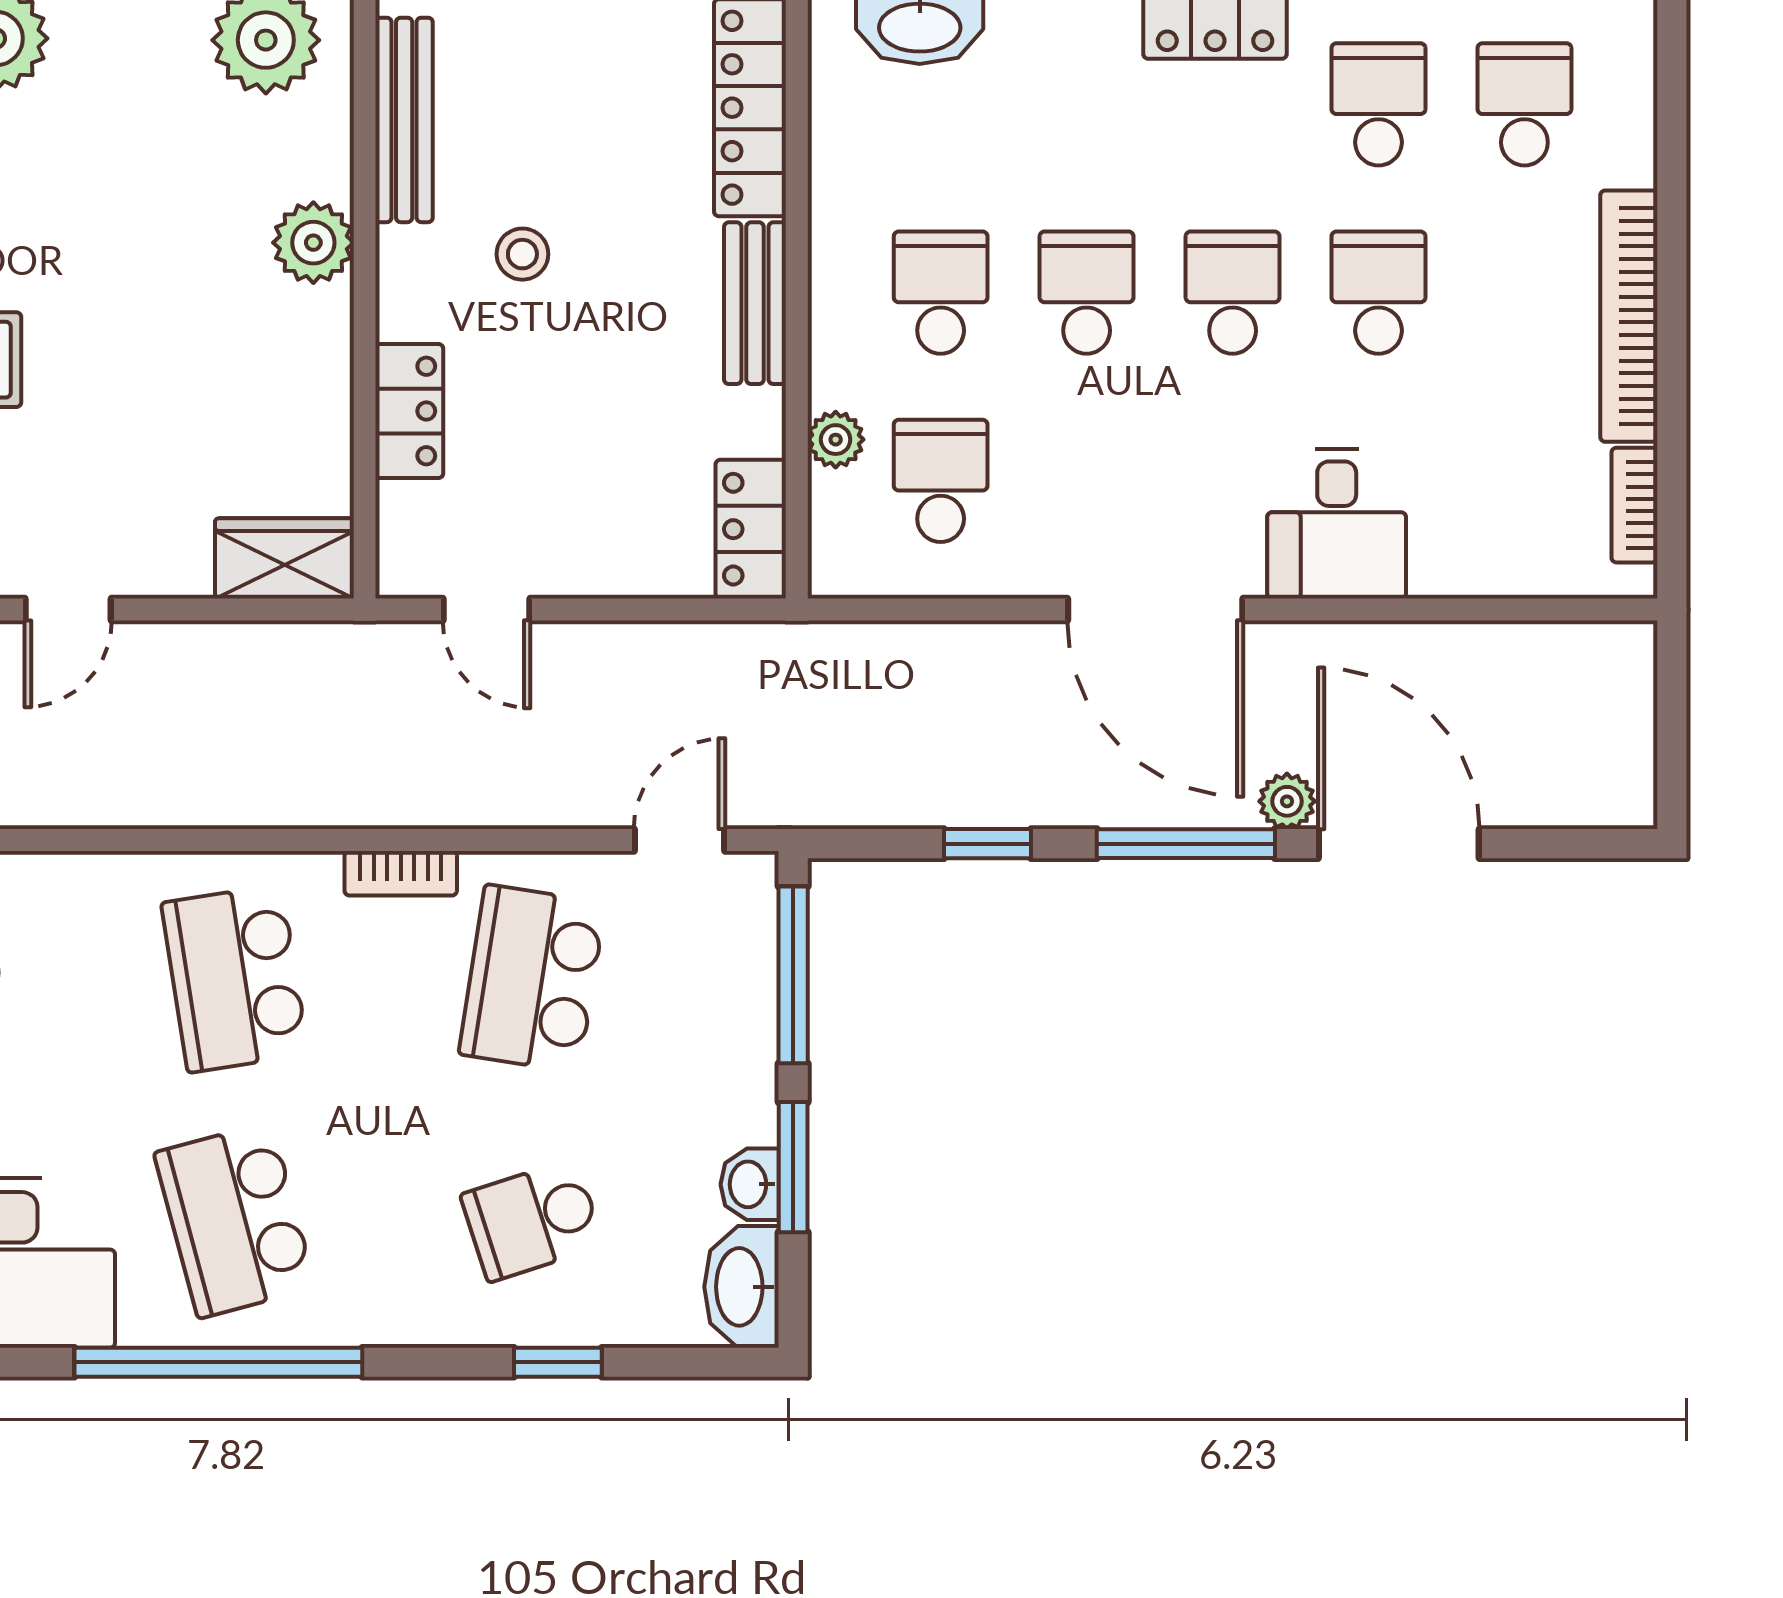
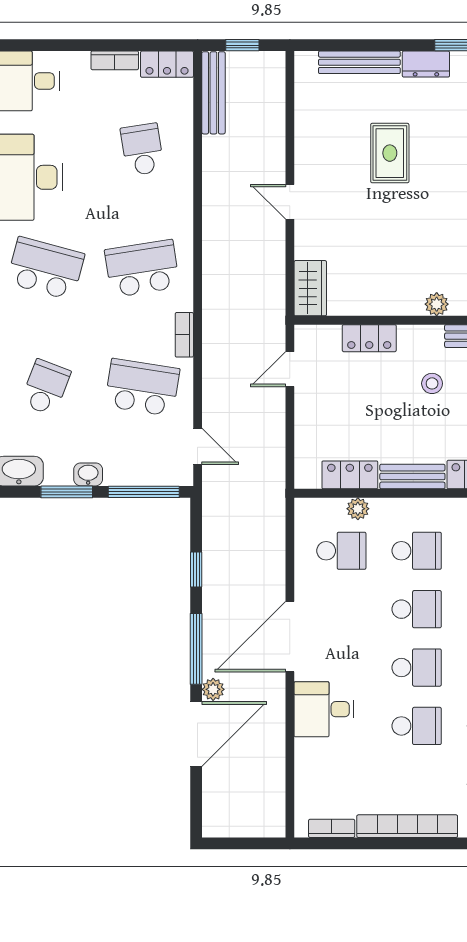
plant: (313, 243) -> (437, 304), width x0.73, depth x0.73
locker: (751, 529) -> (350, 475), moved
washbasin: (750, 1184) -> (88, 474), moved
school desk: (235, 1220) -> (46, 268), turned 30
school desk: (532, 1220) -> (46, 387), turned 39

